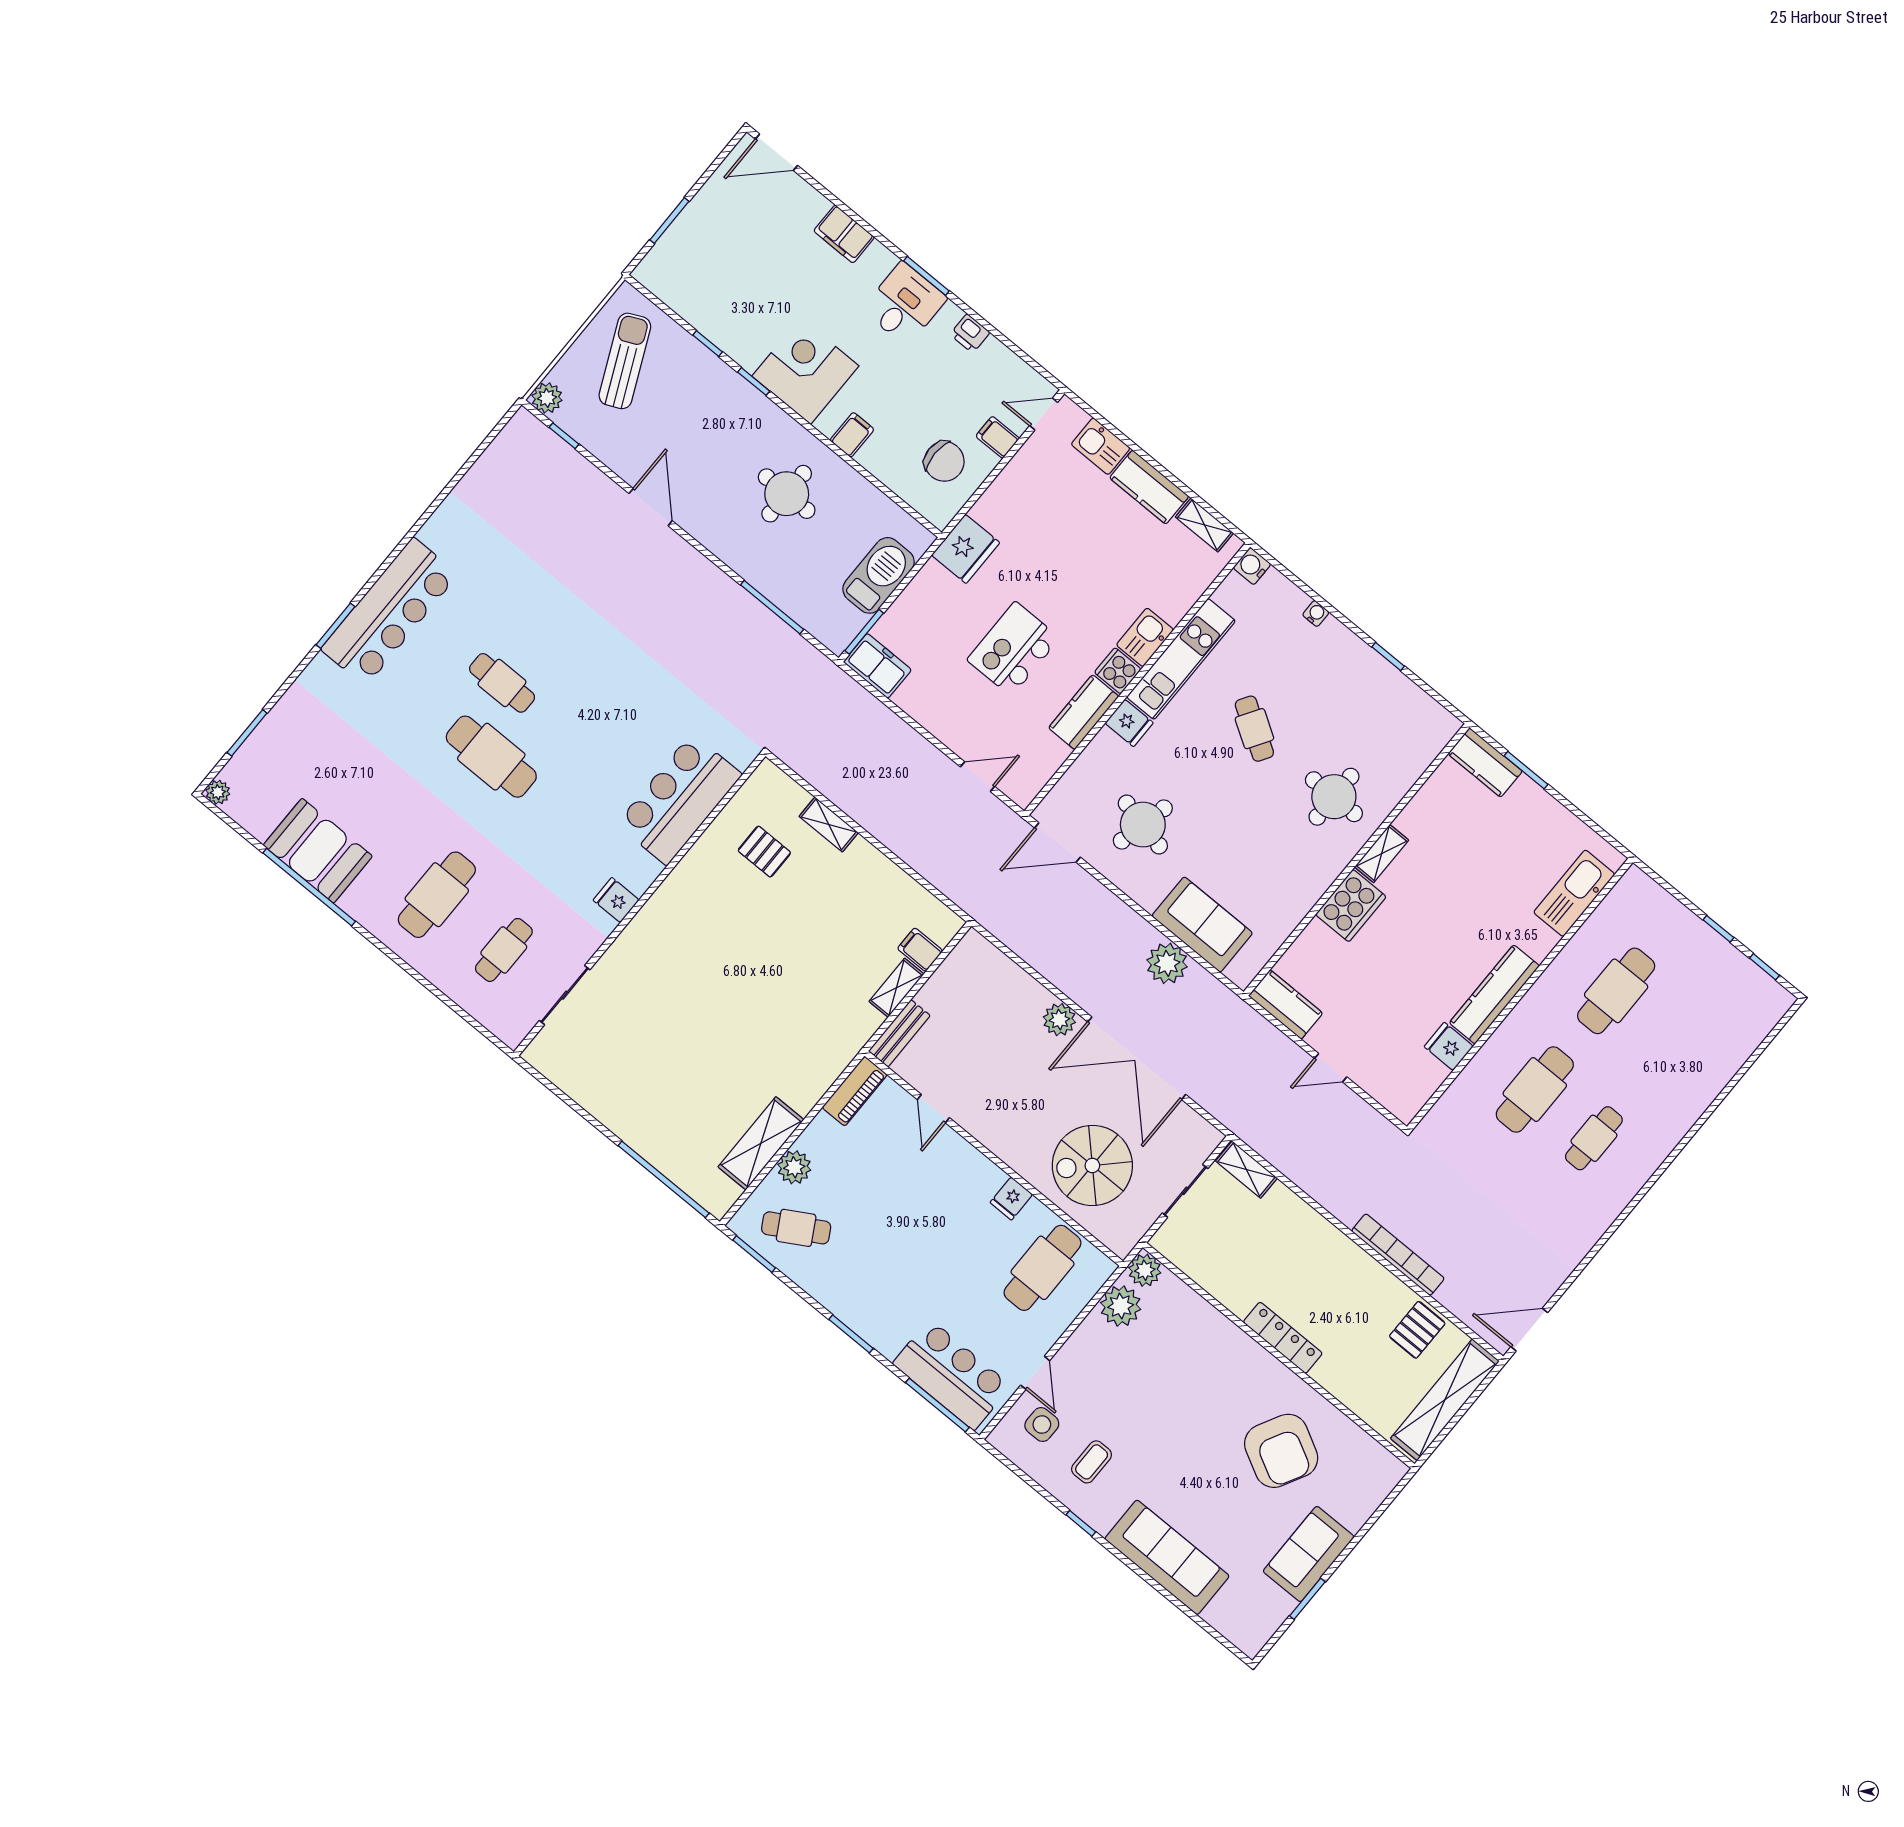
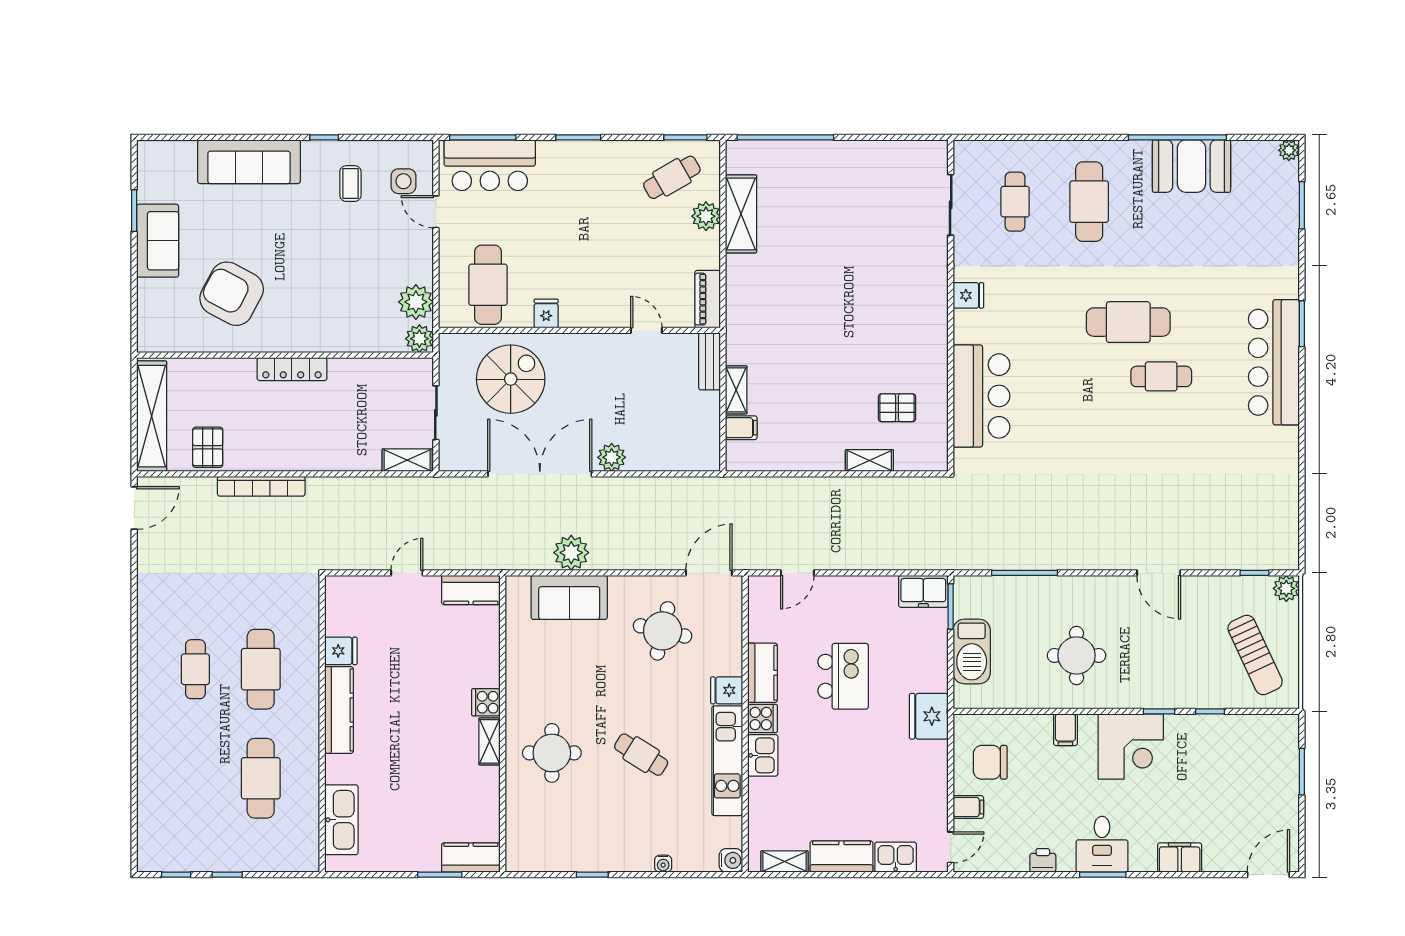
cooker: (1351, 906) -> (486, 702), width x0.53, depth x0.76

